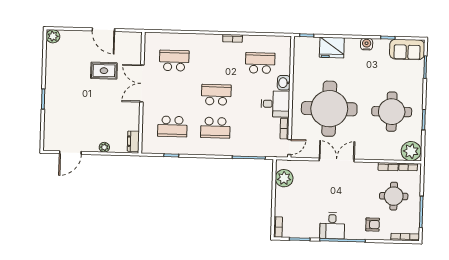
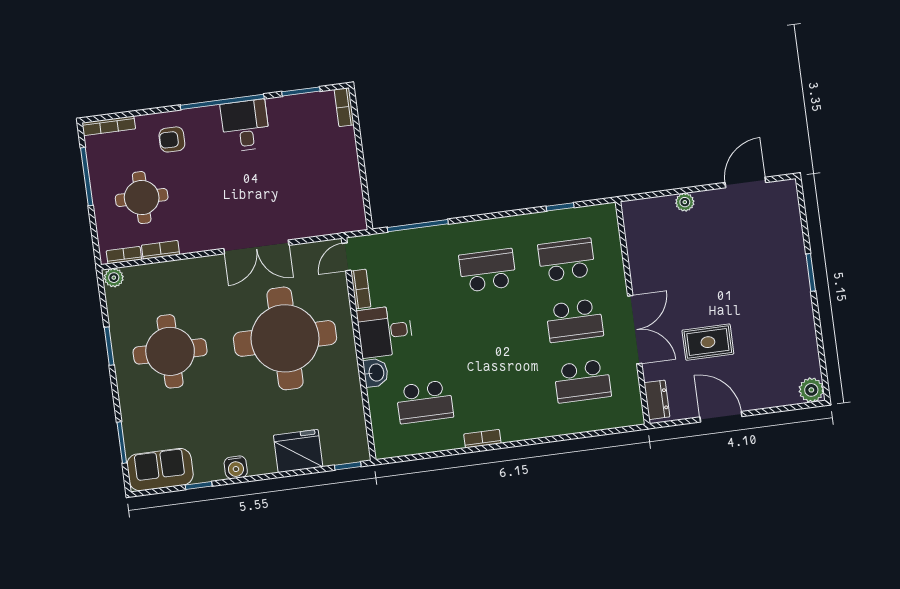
school desk: (216, 95) -> (574, 321), moved
dresser: (133, 141) -> (657, 400), moved
plant: (411, 151) -> (114, 278), width x0.53, depth x0.53
plant: (284, 178) -> (347, 198), removed

